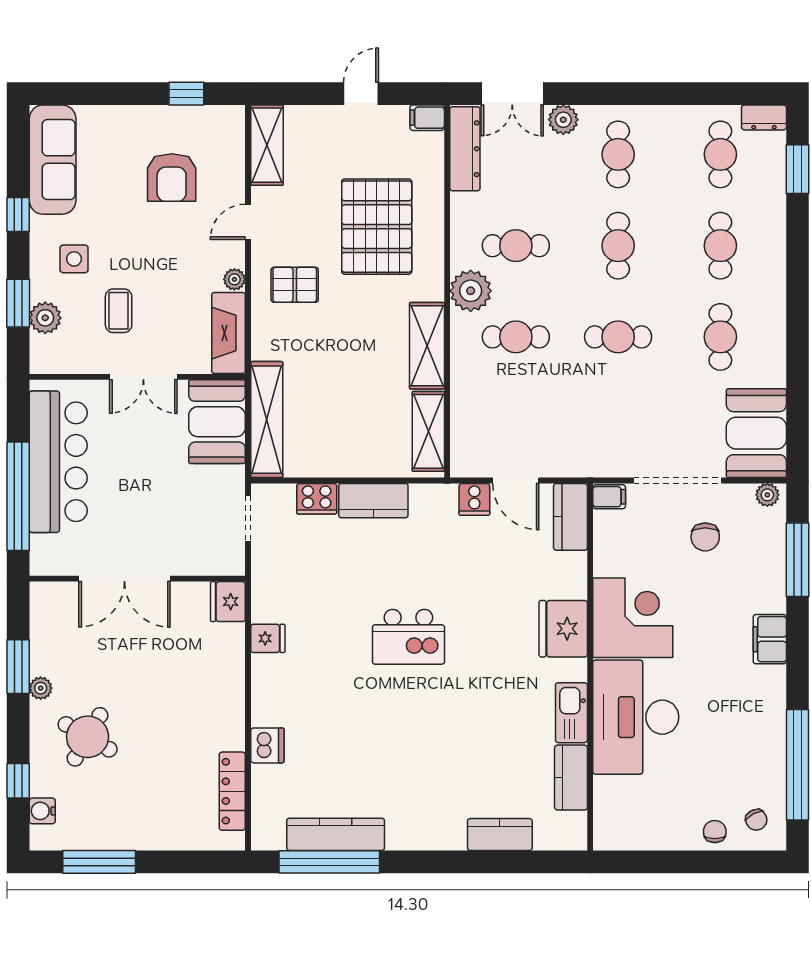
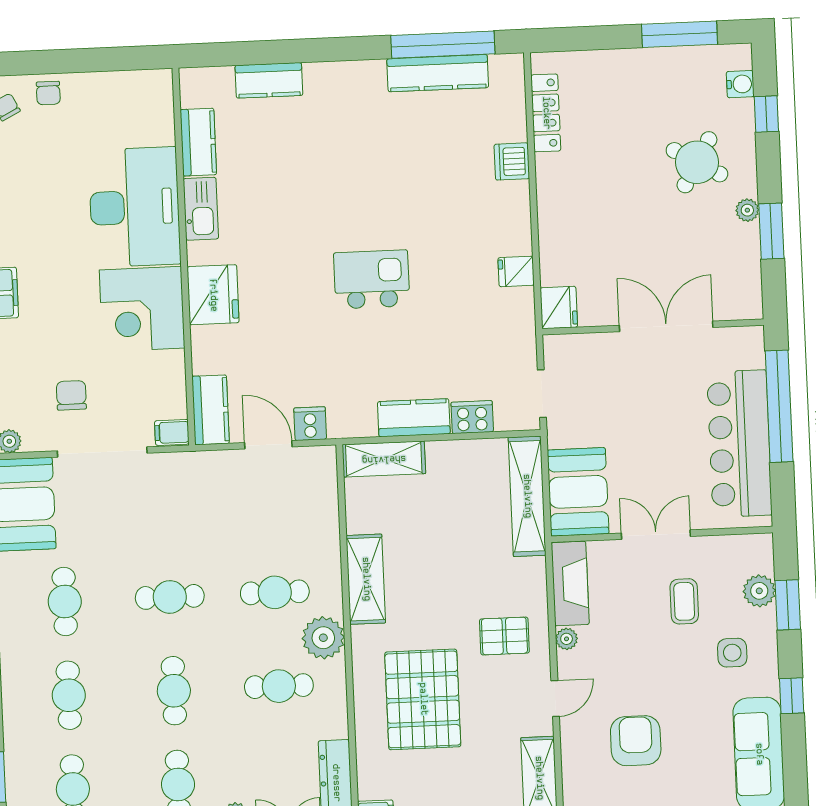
shelving: (428, 431) -> (384, 459), moved, turned 90

